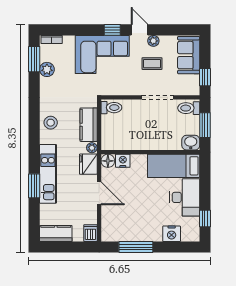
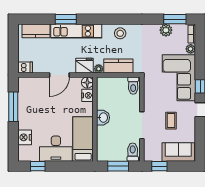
plant: (153, 41) -> (191, 49), moved
washbasin: (191, 143) -> (103, 118), moved
kitchen counter: (56, 233) -> (36, 31), moved, turned 90

